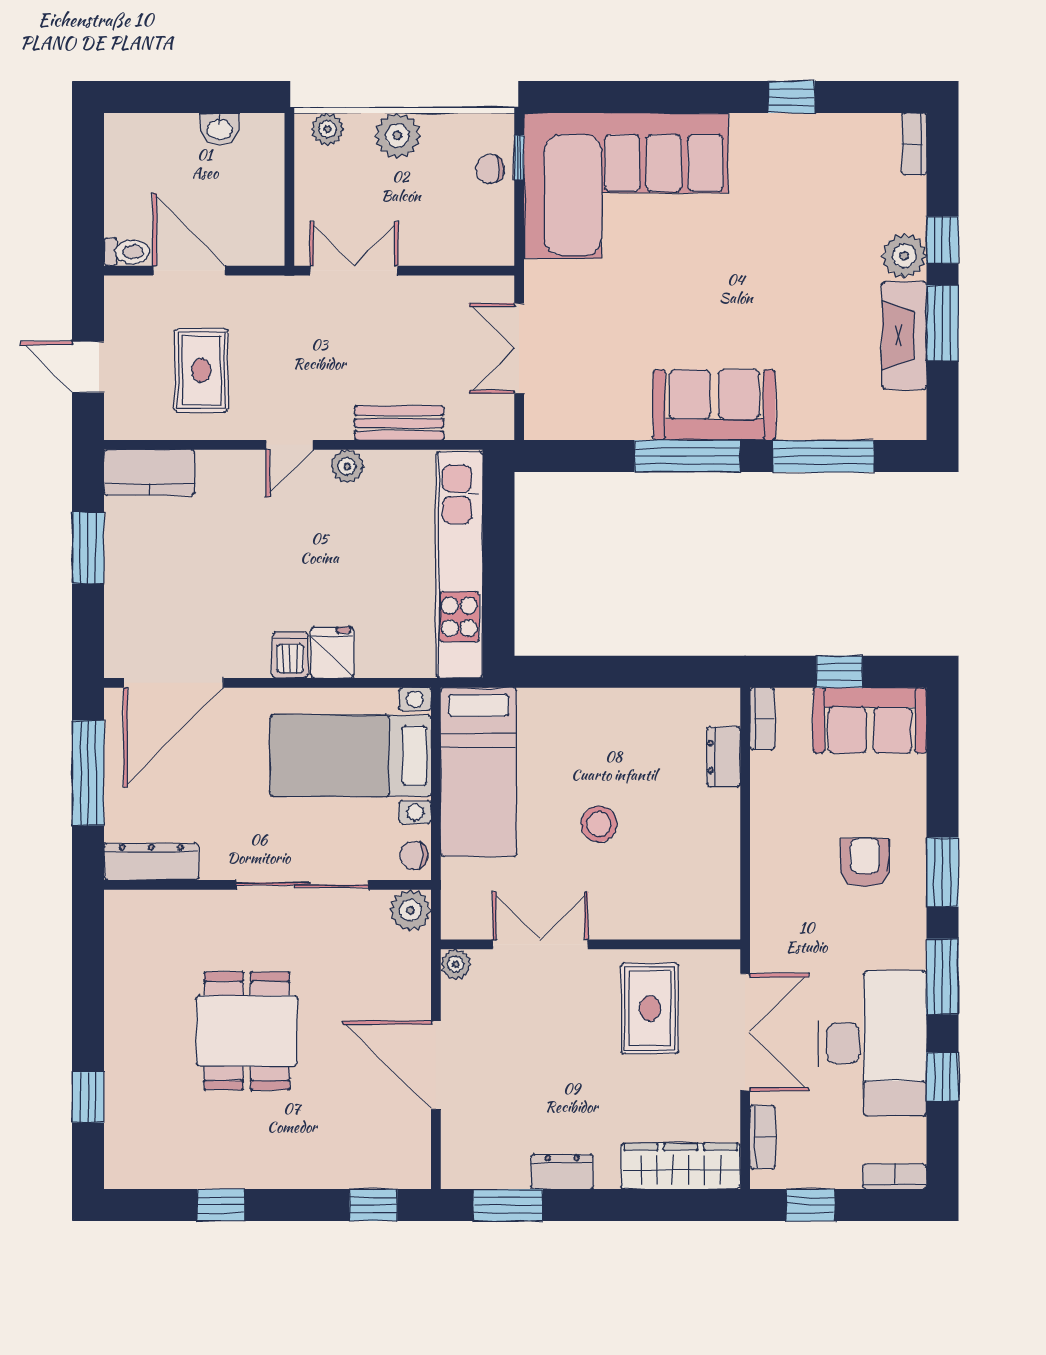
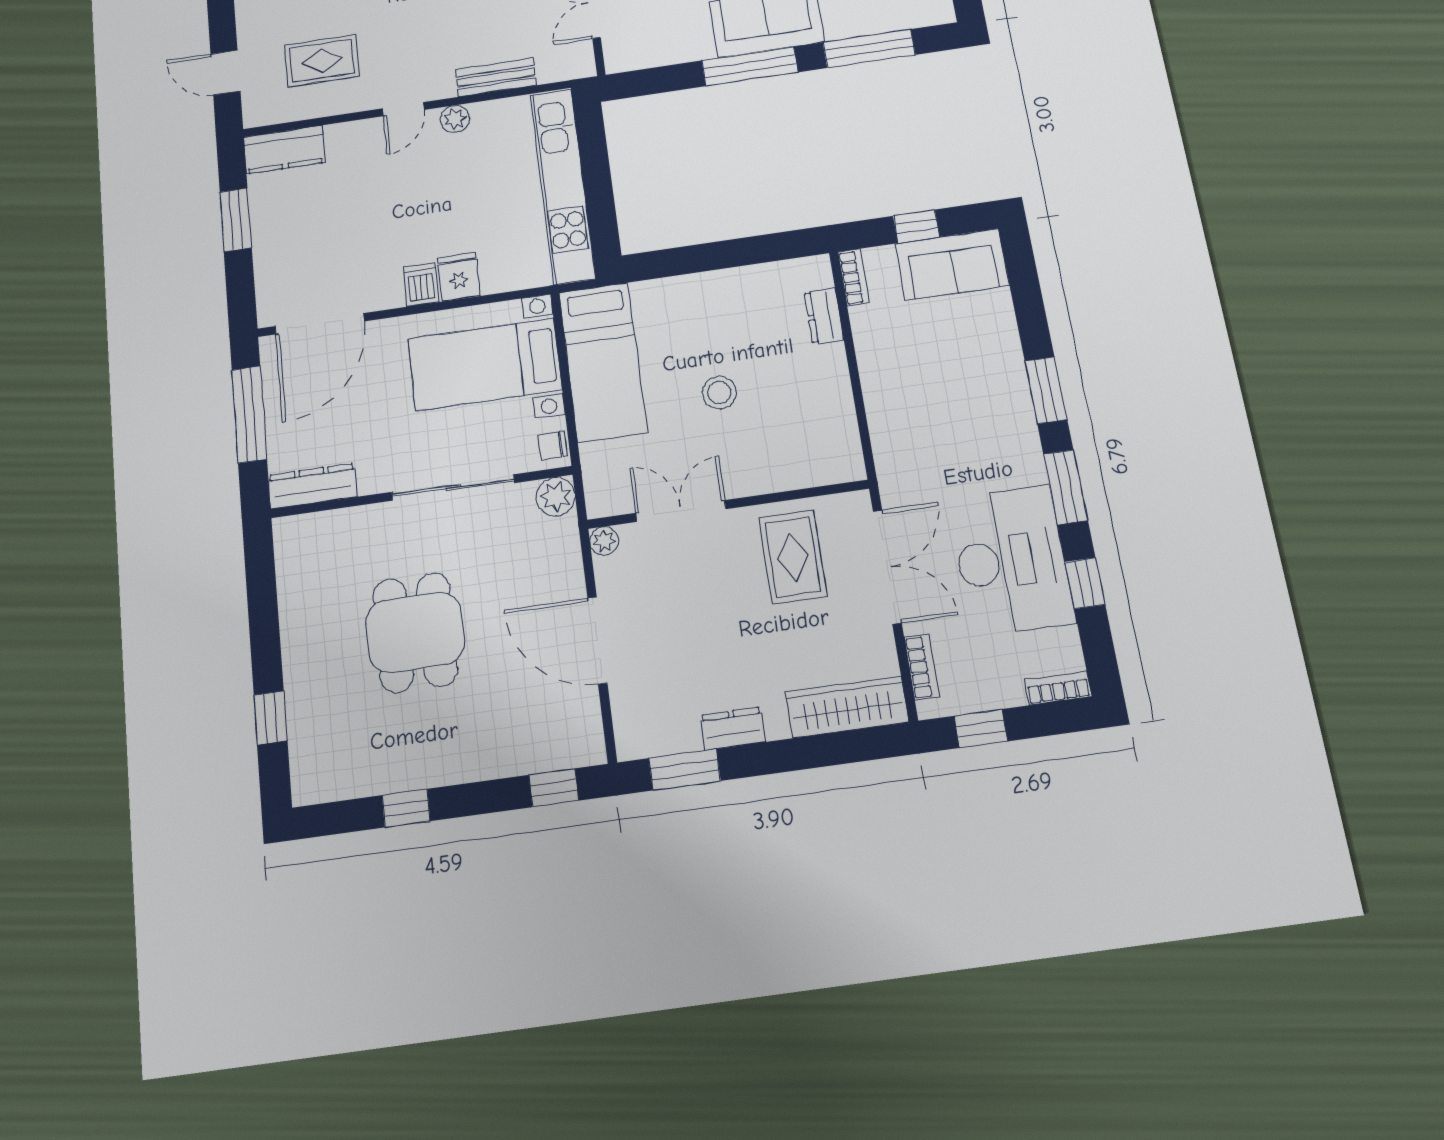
rug: (201, 370) -> (322, 61), turned 90
armchair: (865, 863) -> (972, 392), removed

